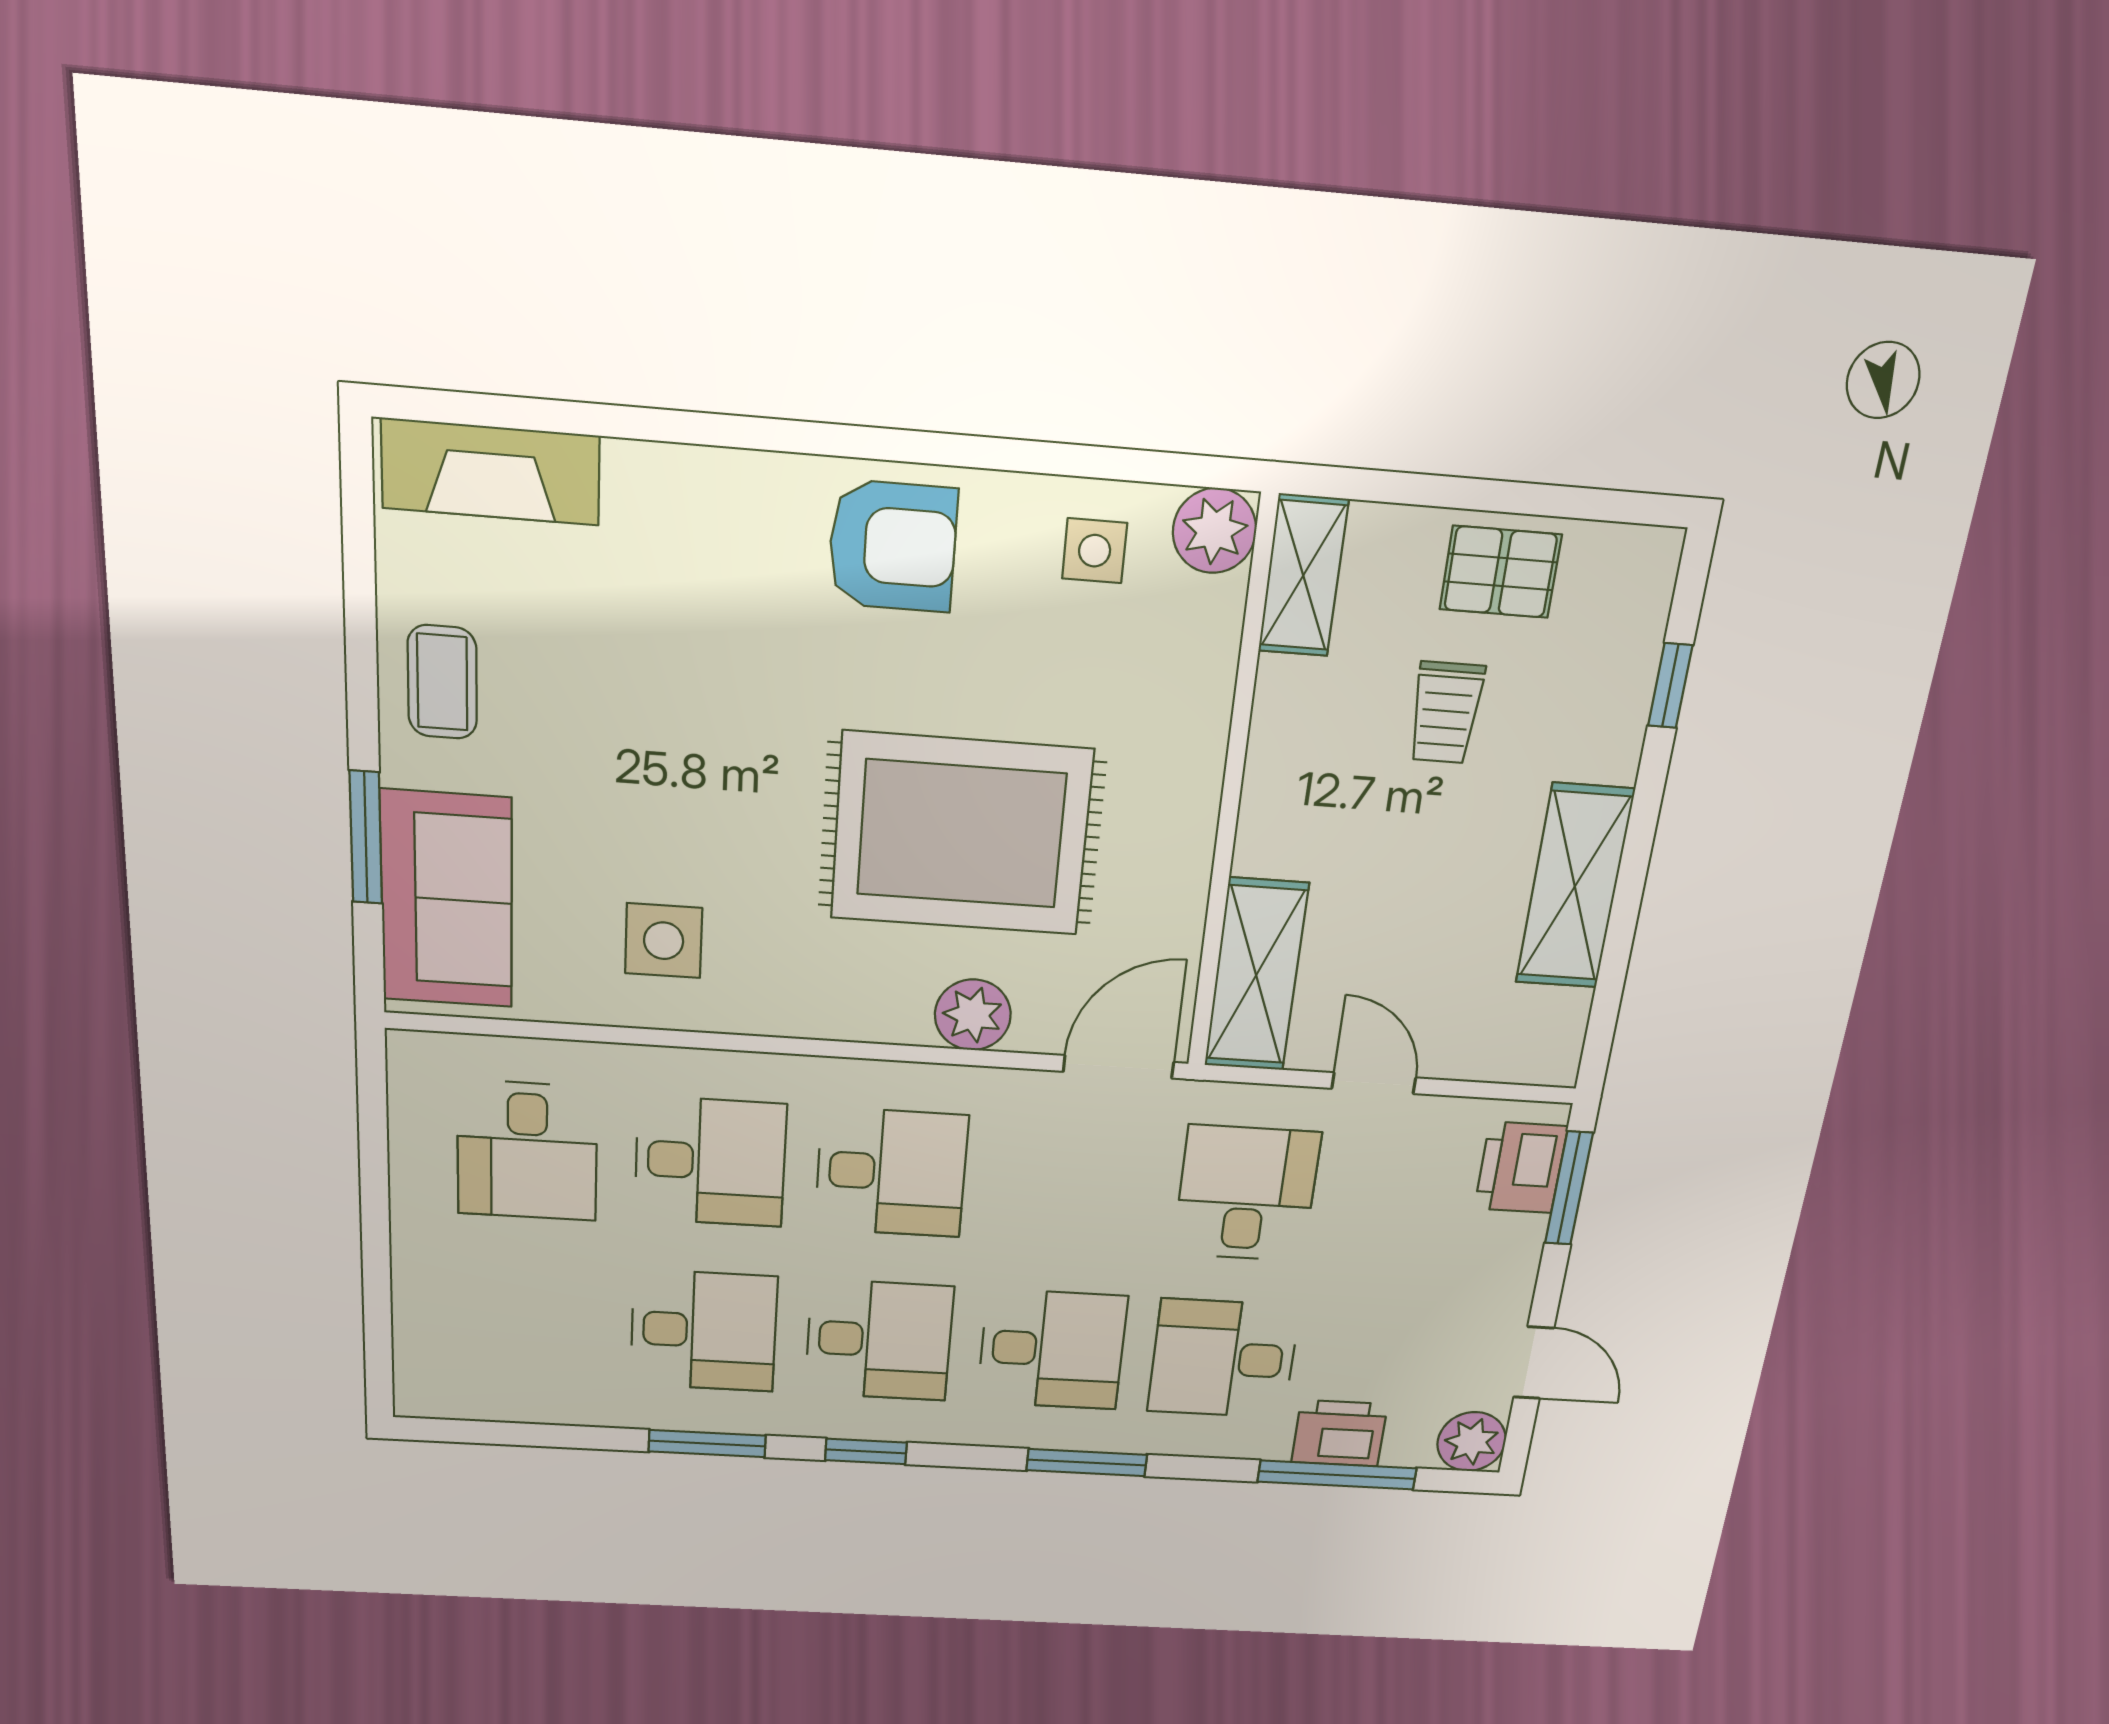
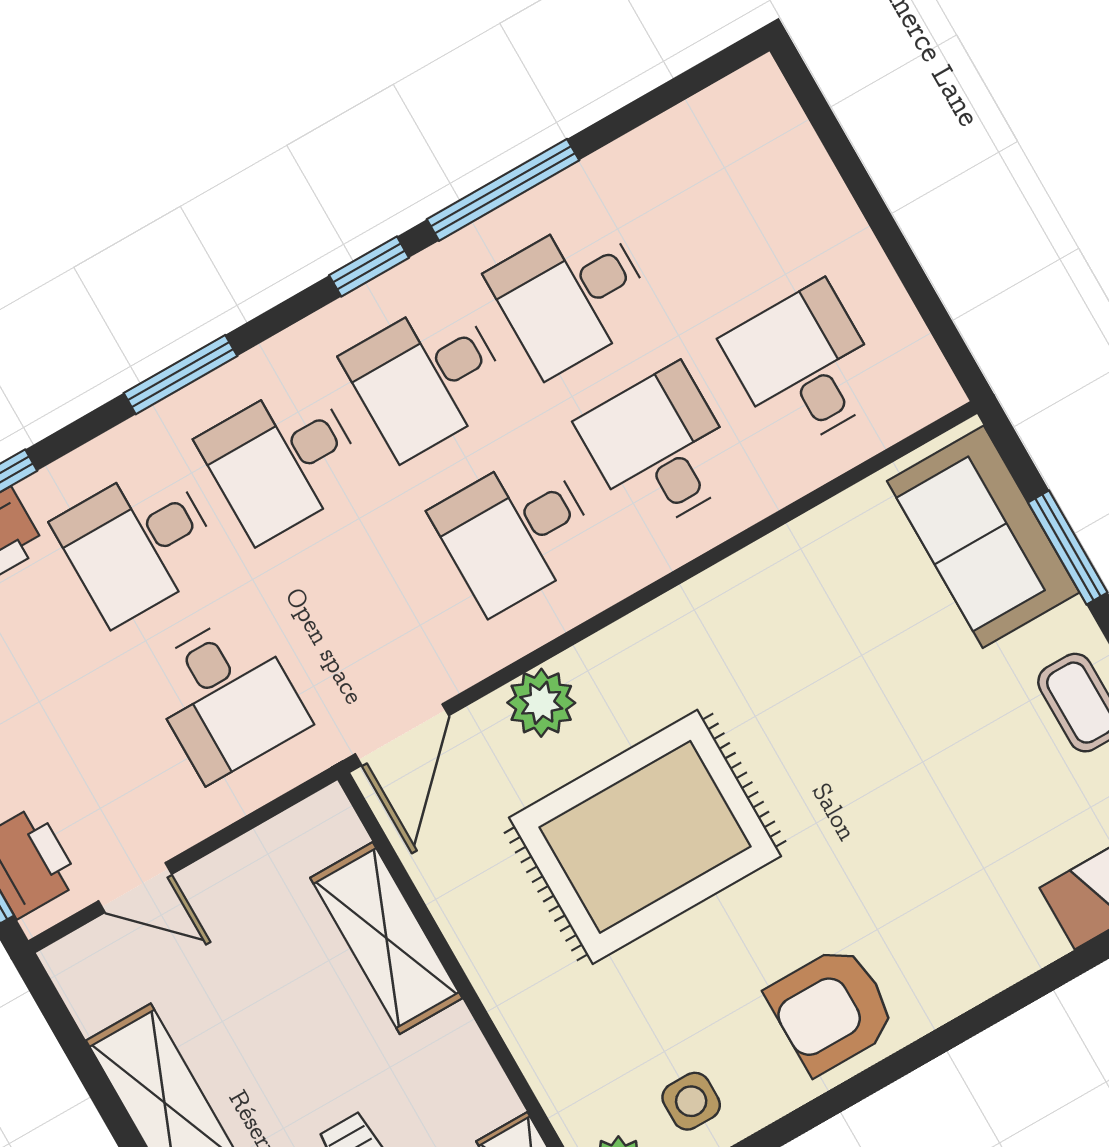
side table: (664, 941) -> (808, 609), removed
shelving: (1256, 975) -> (386, 938), moved
door: (1374, 1083) -> (135, 888), moved
desk: (710, 1162) -> (660, 449), turned 90
desk: (1223, 1359) -> (138, 543), turned 180
window: (707, 1444) -> (503, 190), width x1.44

